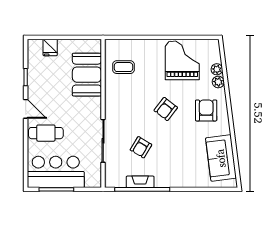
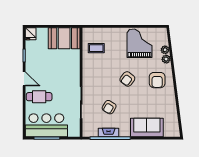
fridge: (50, 48) -> (31, 34), moved
booth: (87, 75) -> (64, 38), moved, turned 90
armchair: (206, 110) -> (157, 80), turned 180
sofa: (221, 158) -> (147, 128), moved, turned 97

